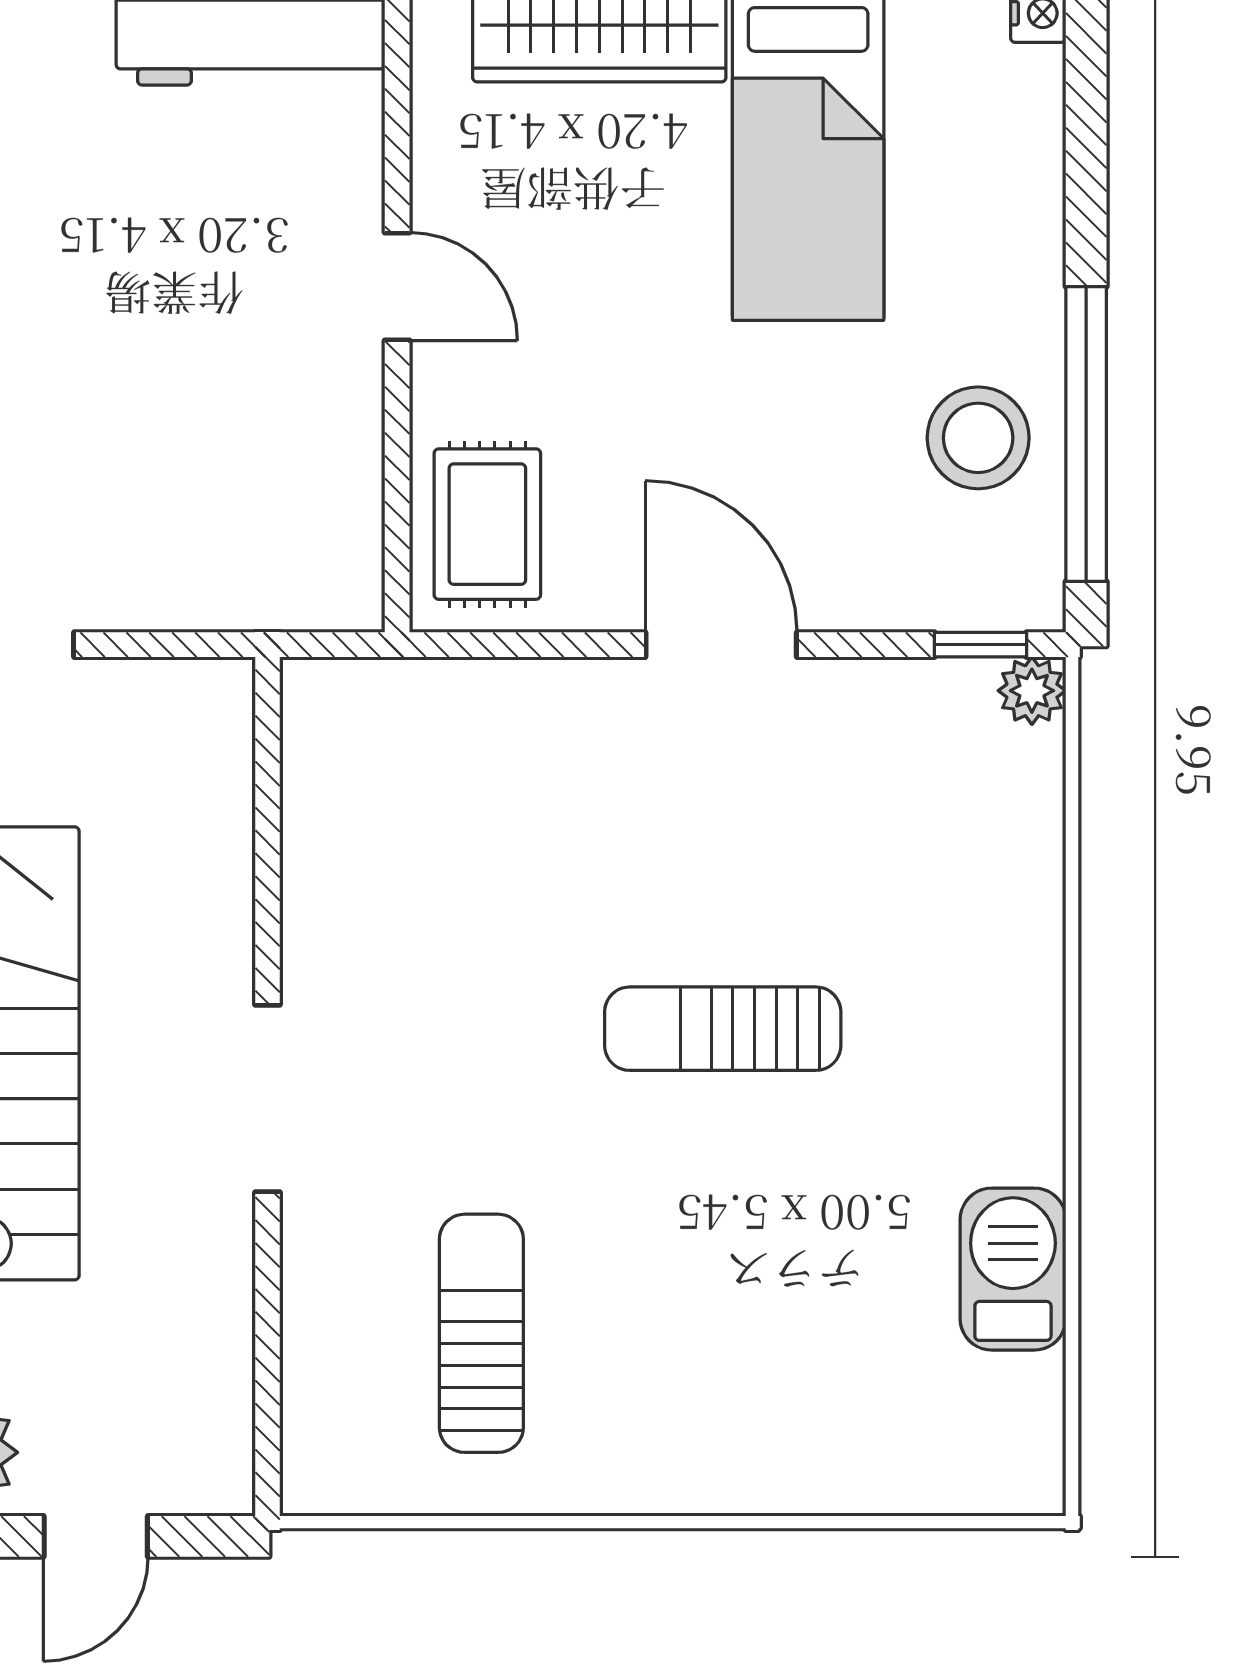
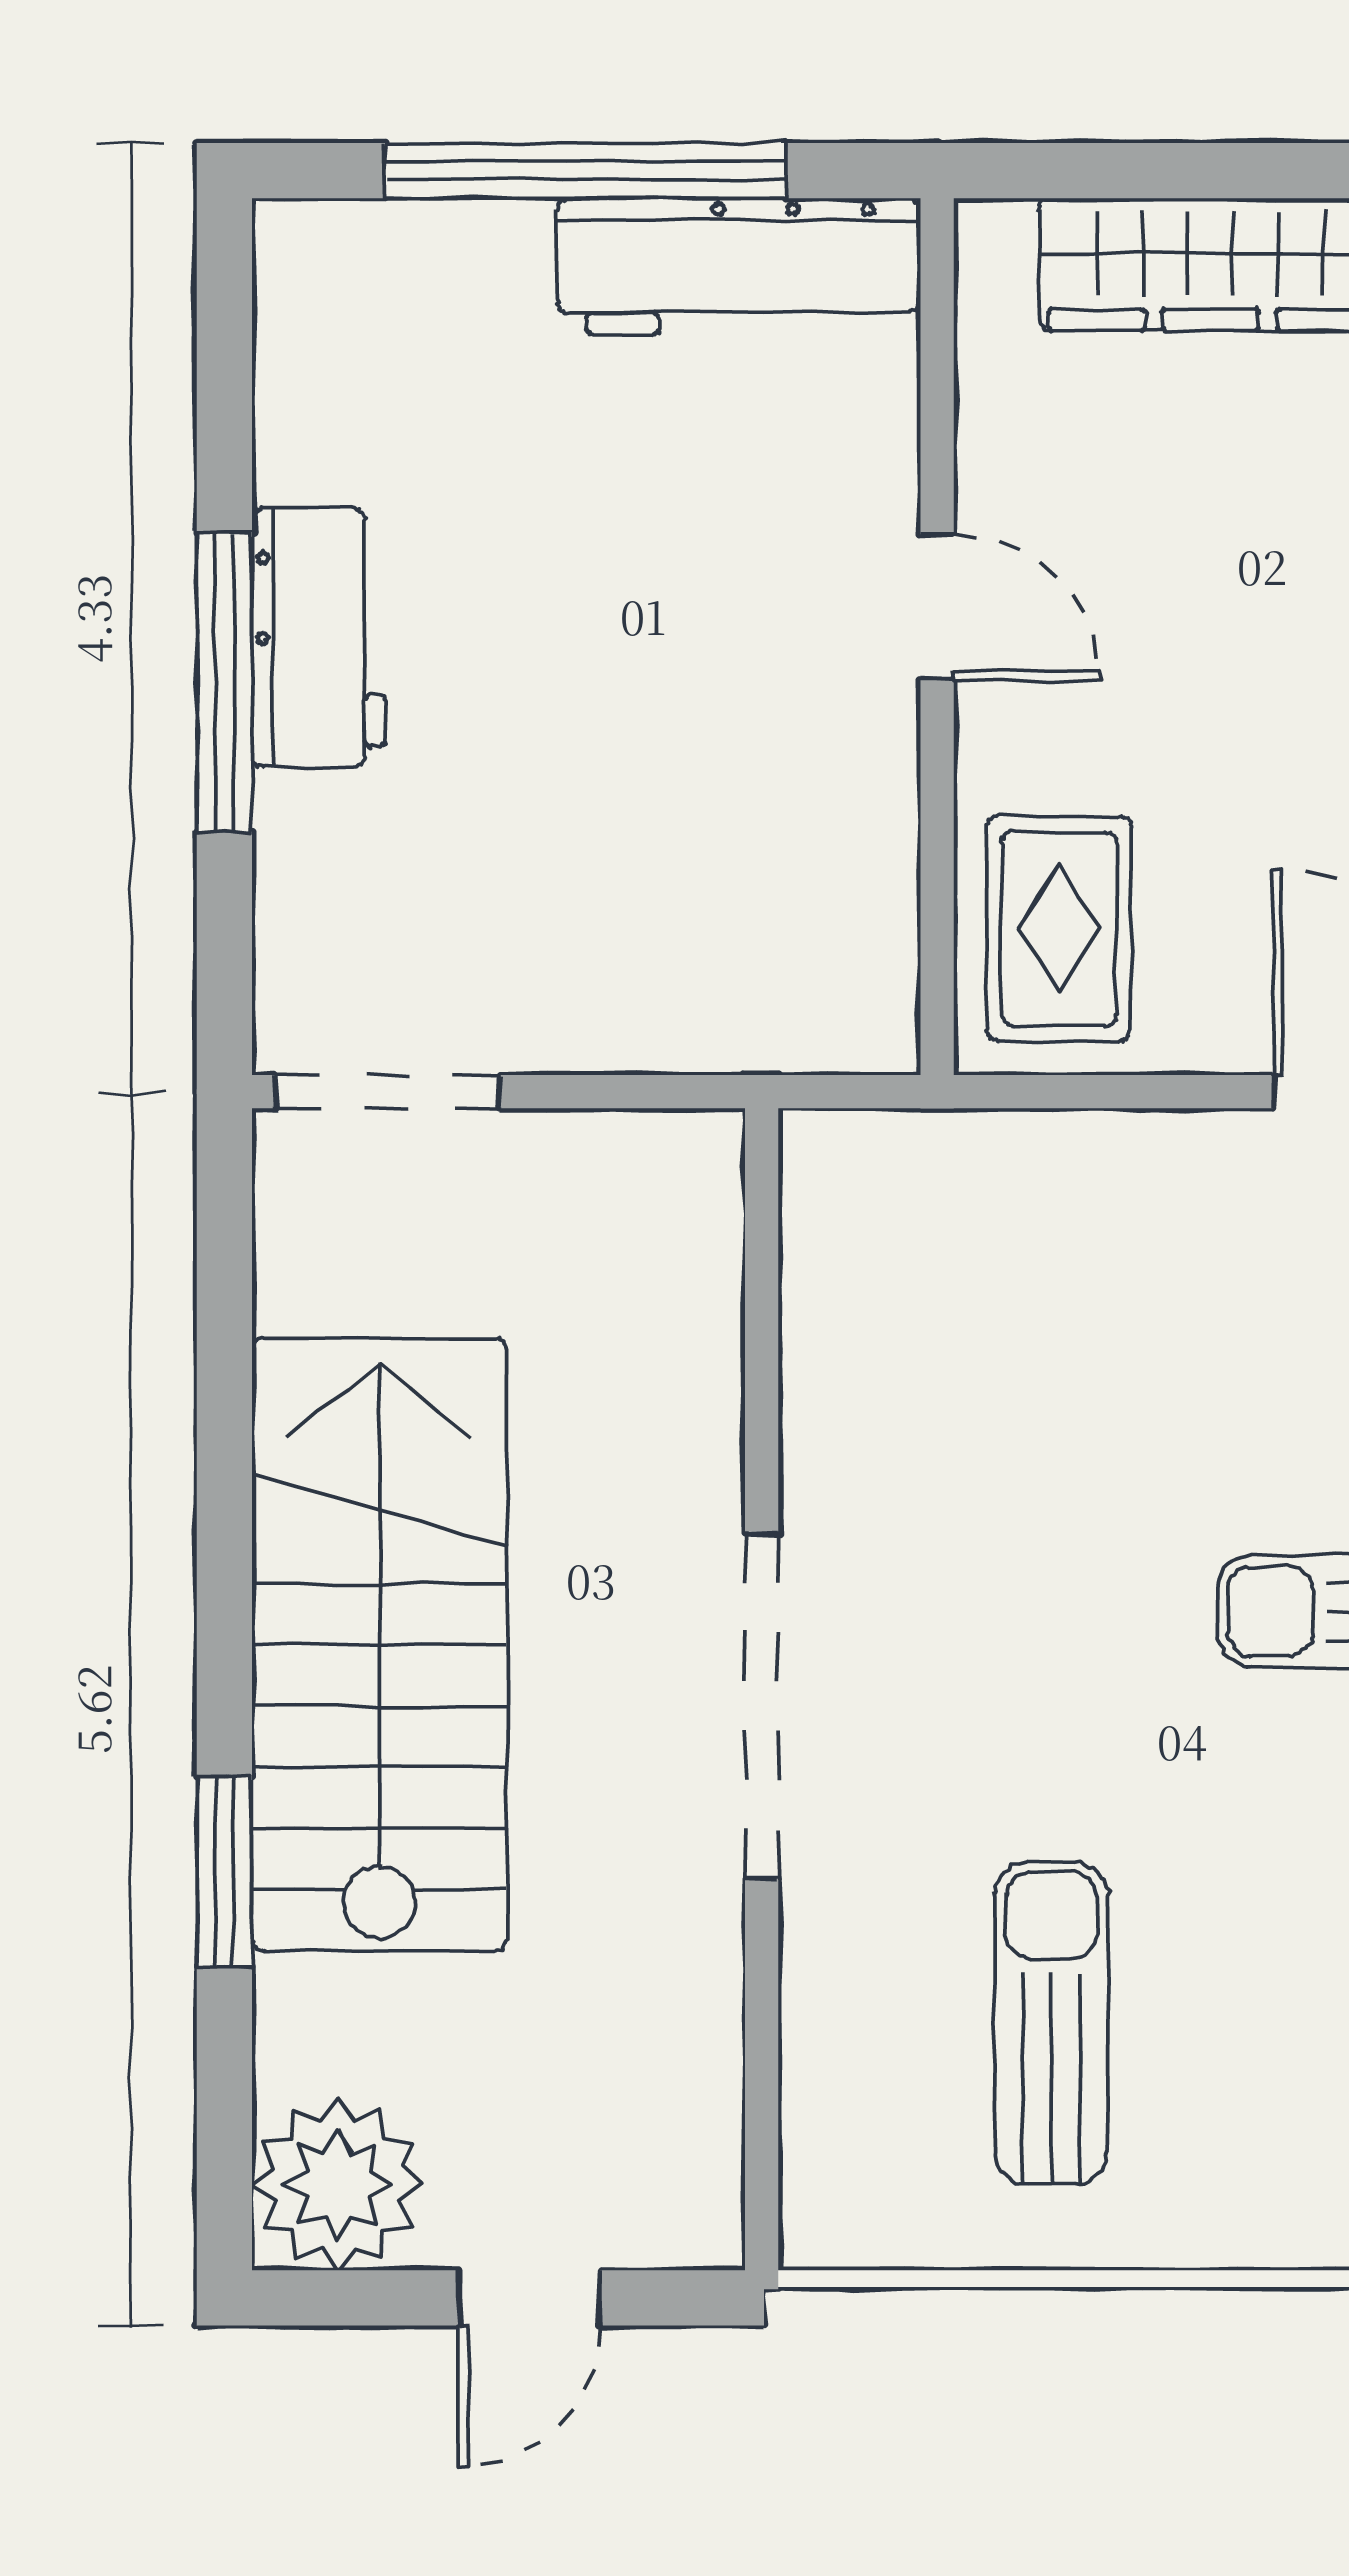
doorway: (267, 1099) -> (762, 1706), width x1.36

